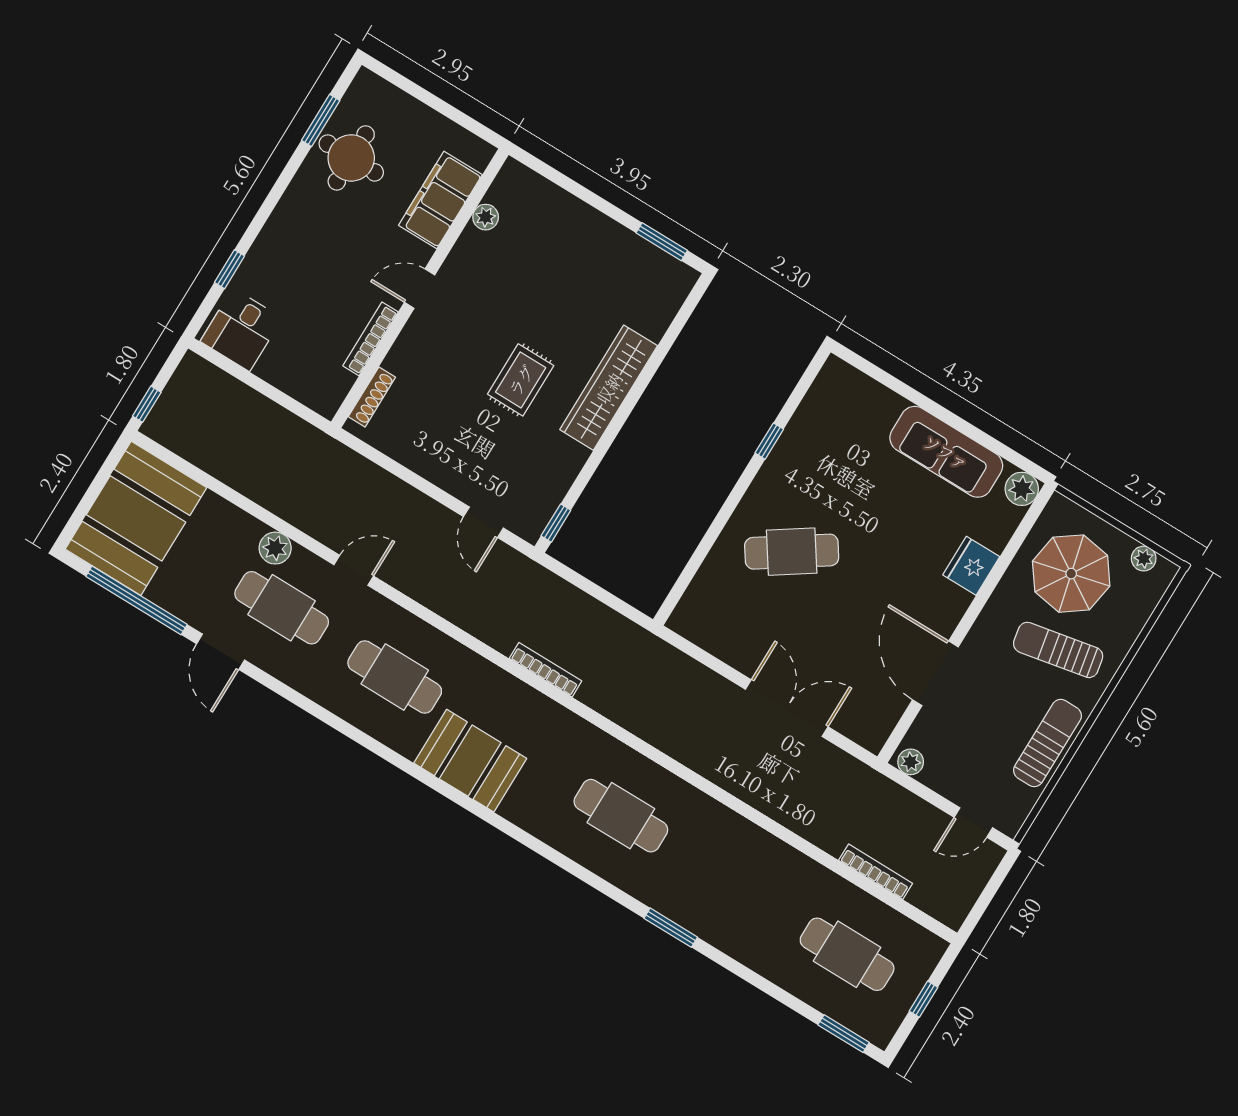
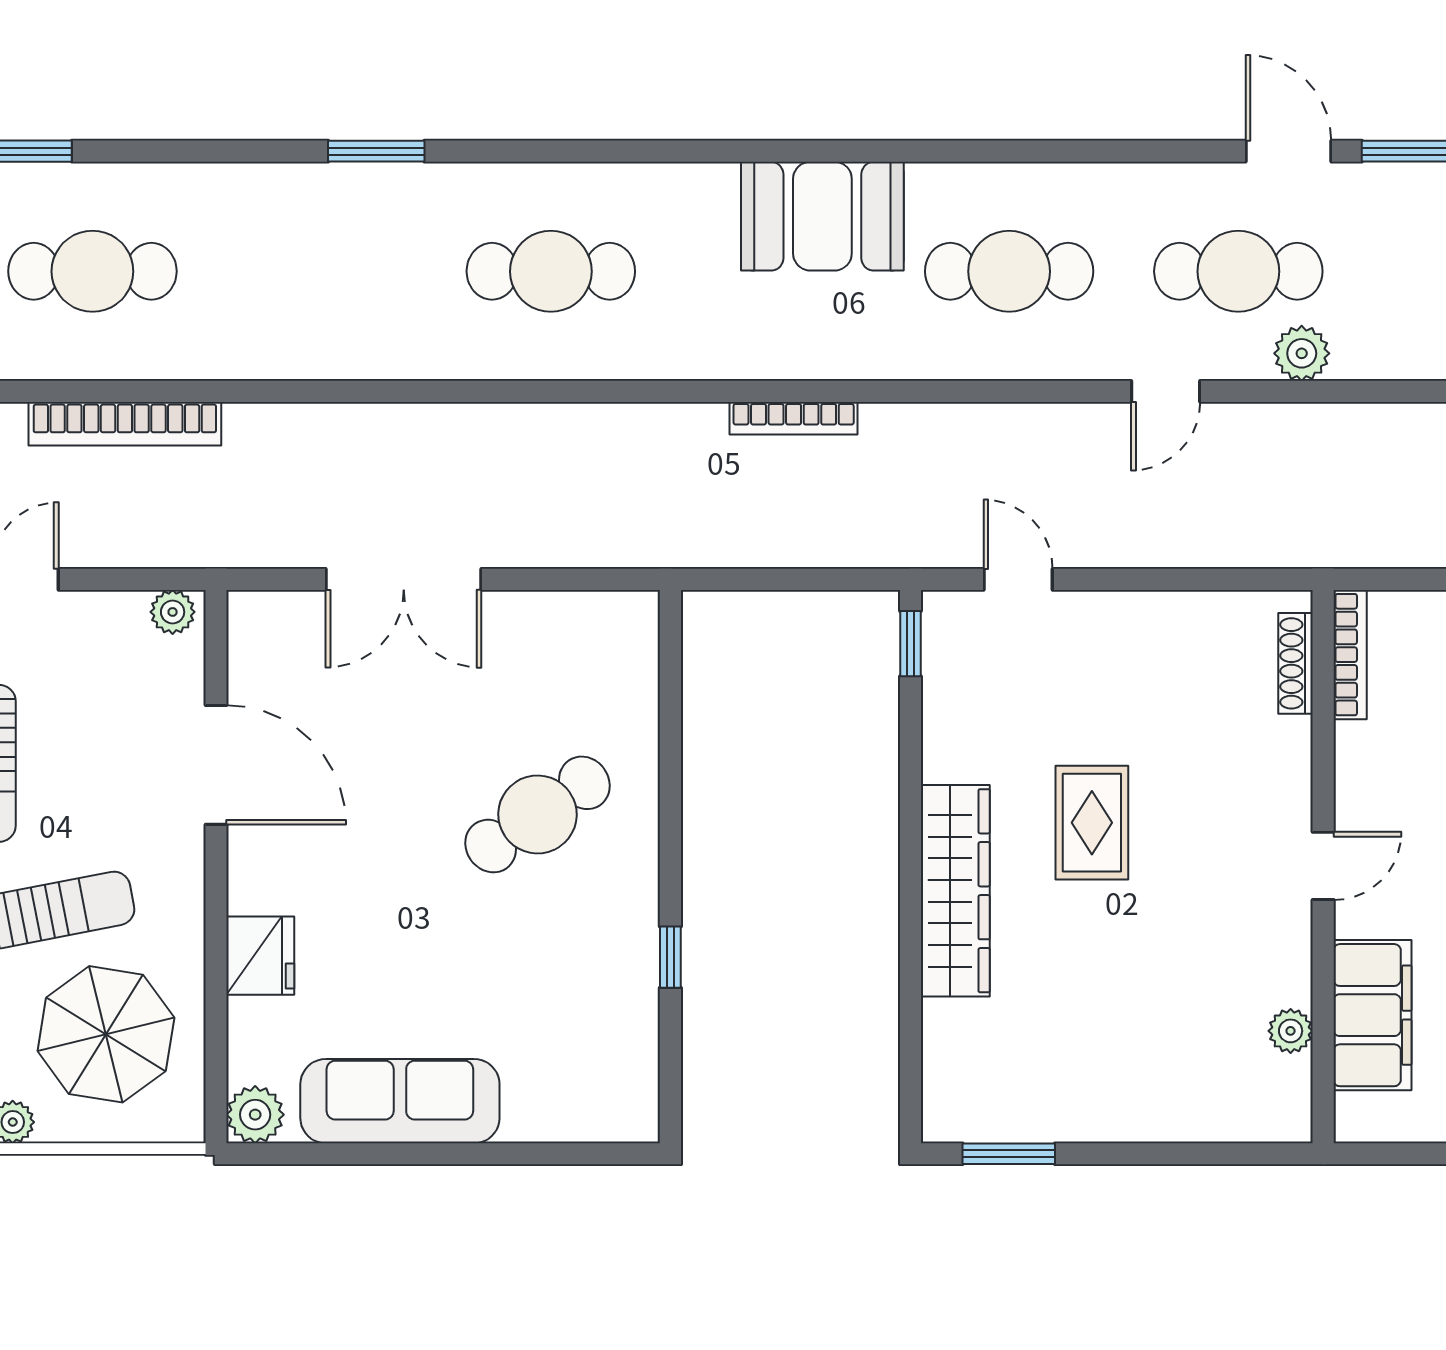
bookcase: (370, 339) -> (1350, 655), moved
bookcase: (876, 872) -> (125, 424), width x1.48, depth x1.31

